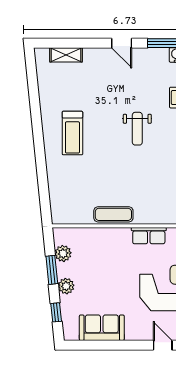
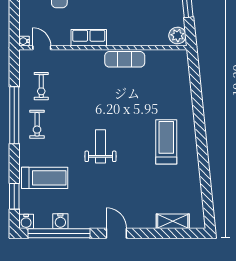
plant: (63, 253) -> (177, 35), moved

